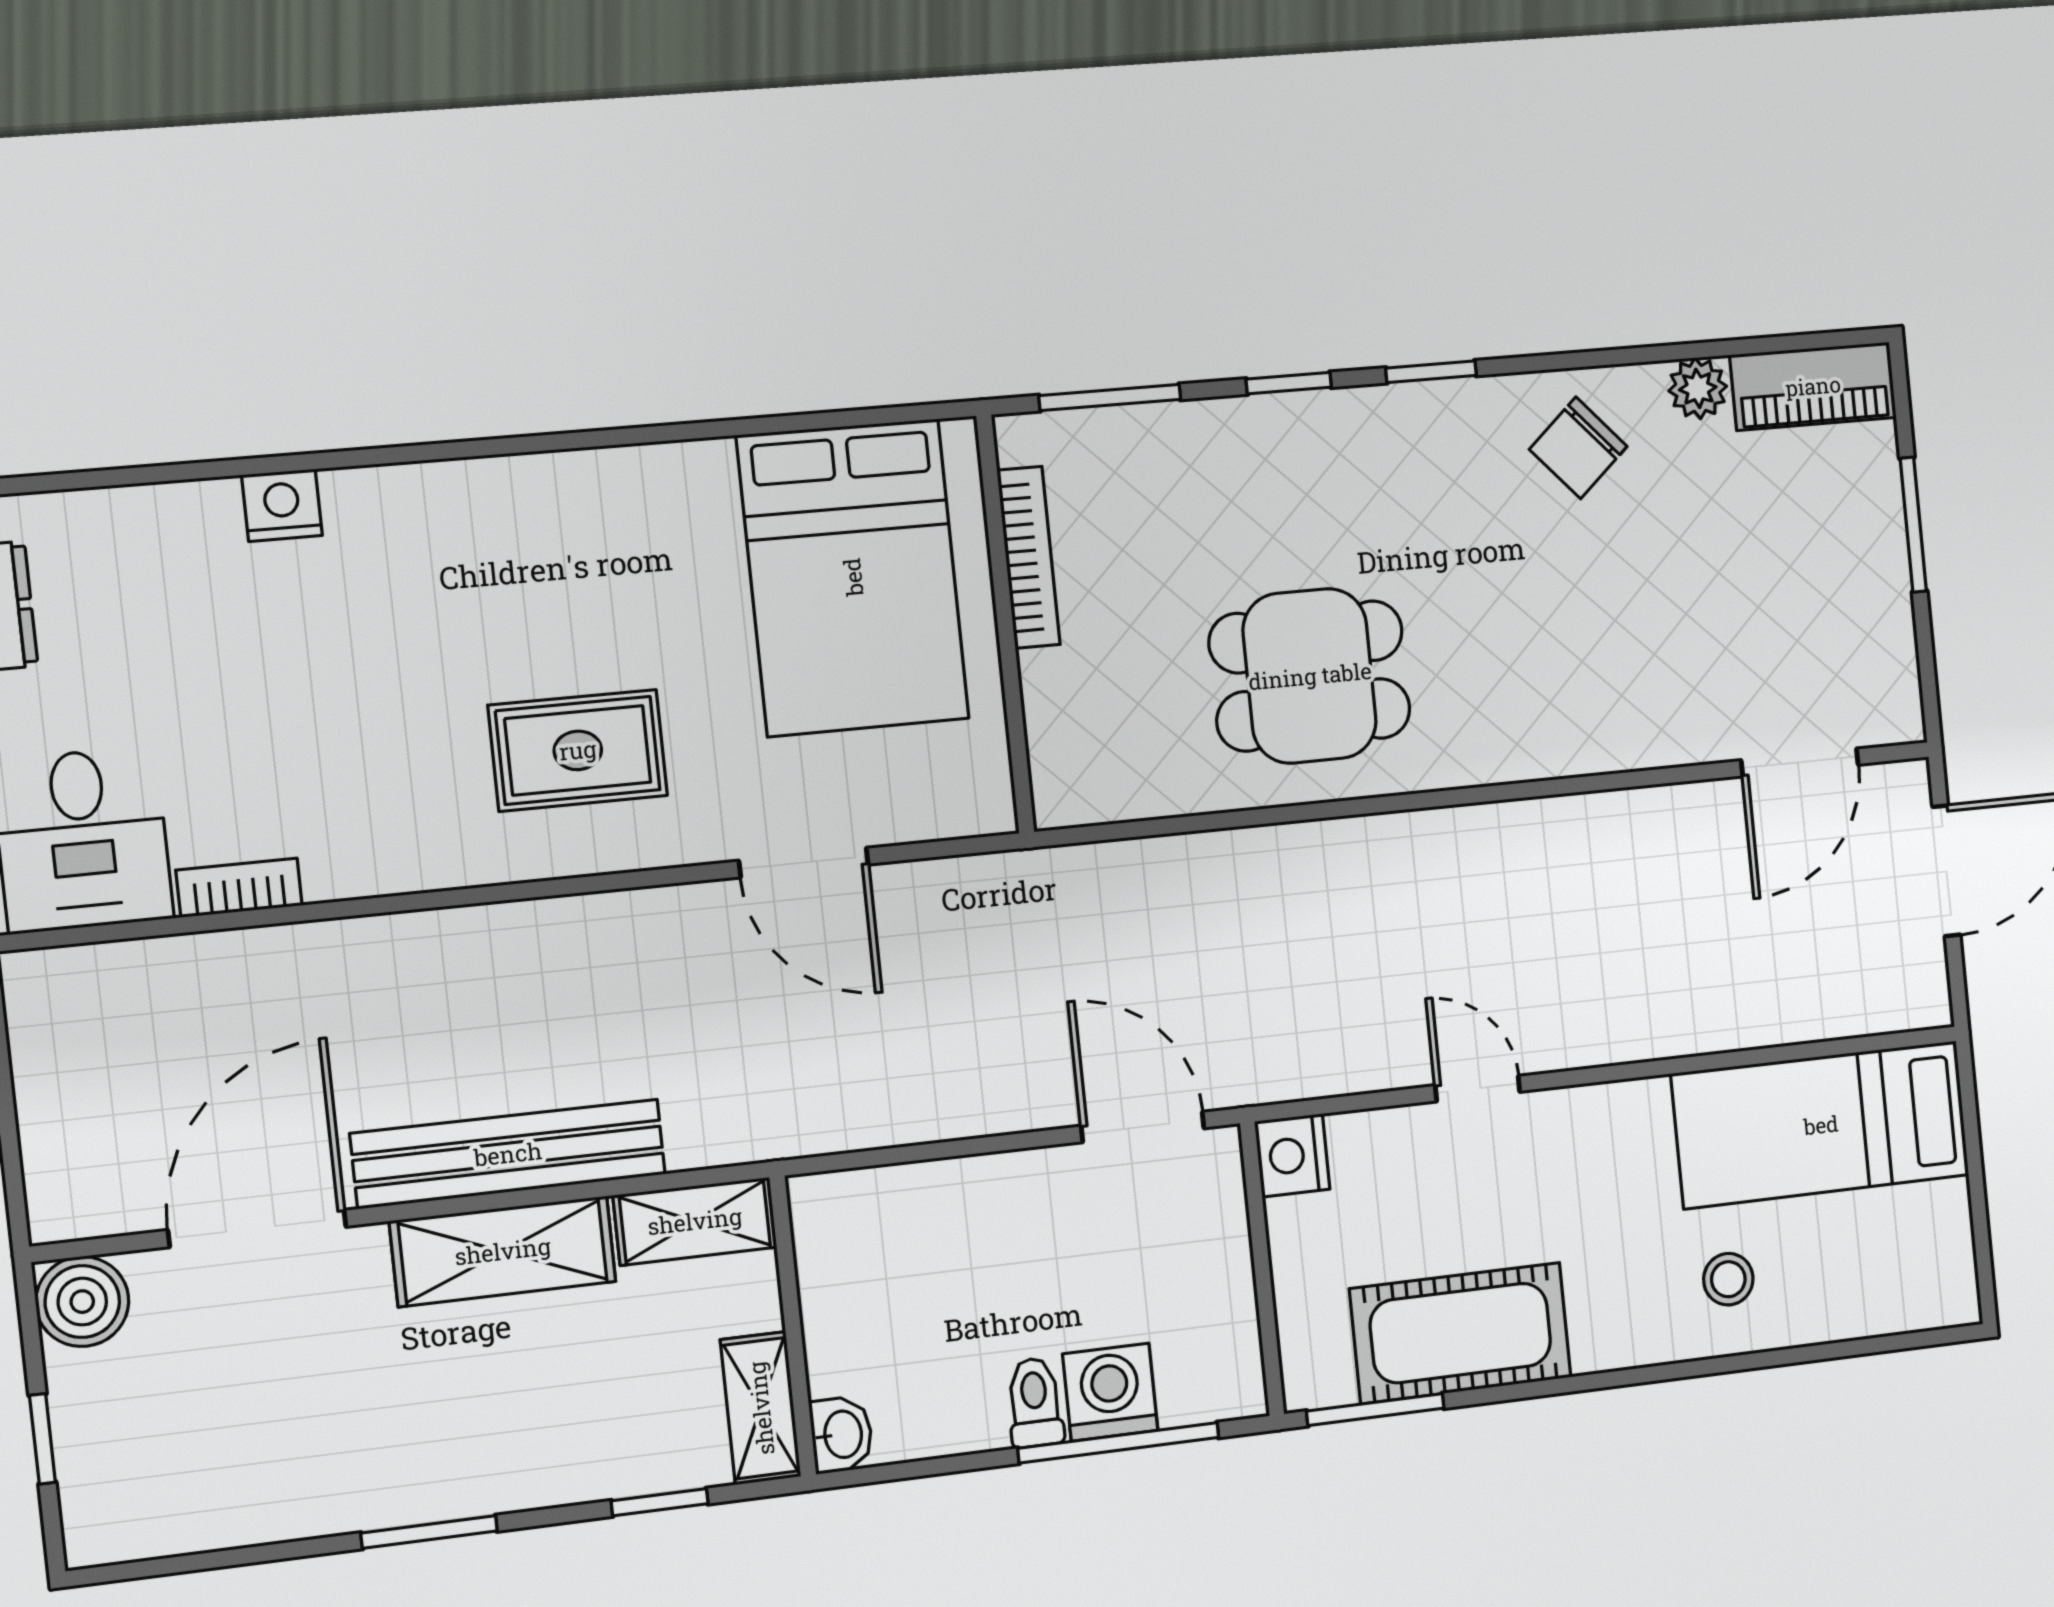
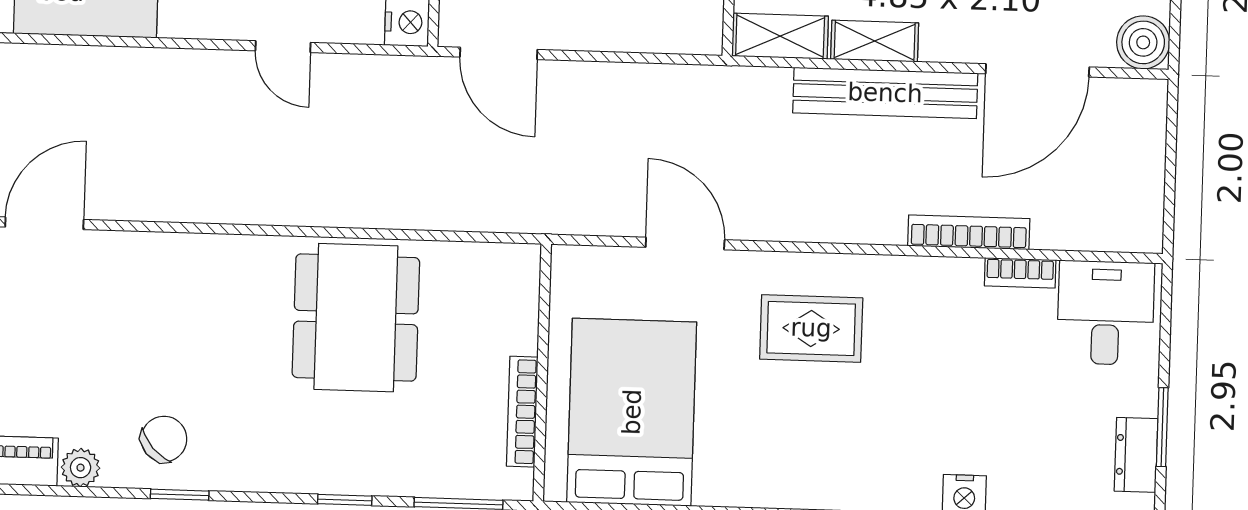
window: (1431, 372) -> (180, 495), moved
dining table: (1310, 676) -> (356, 318), width x1.38
bookcase: (336, 944) -> (969, 232), added
shelving: (503, 1251) -> (875, 41), width x0.67, depth x0.75

